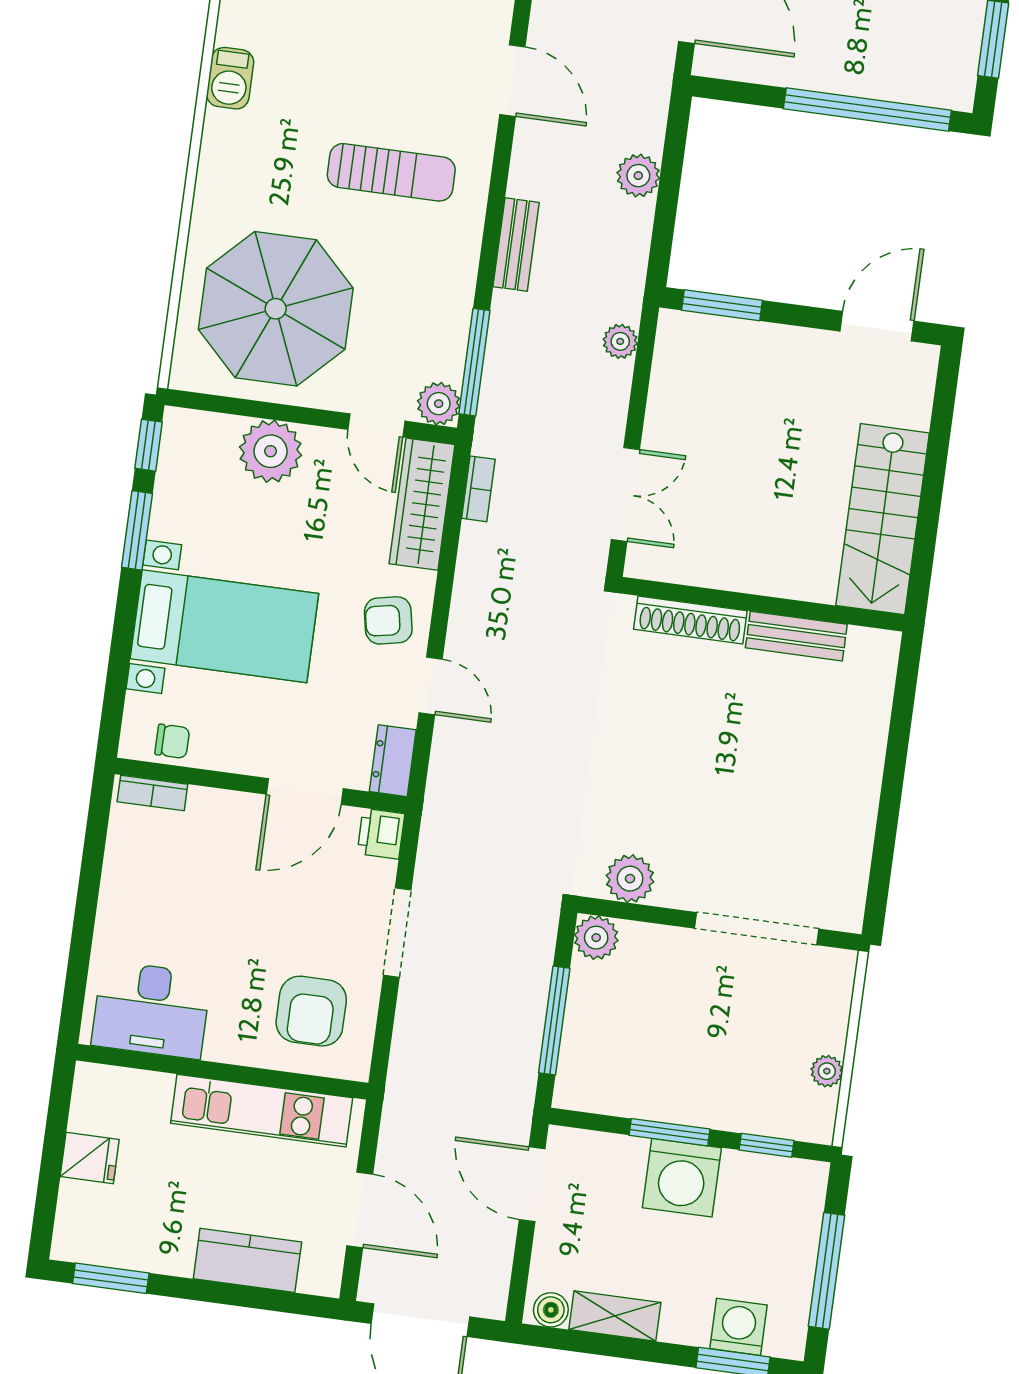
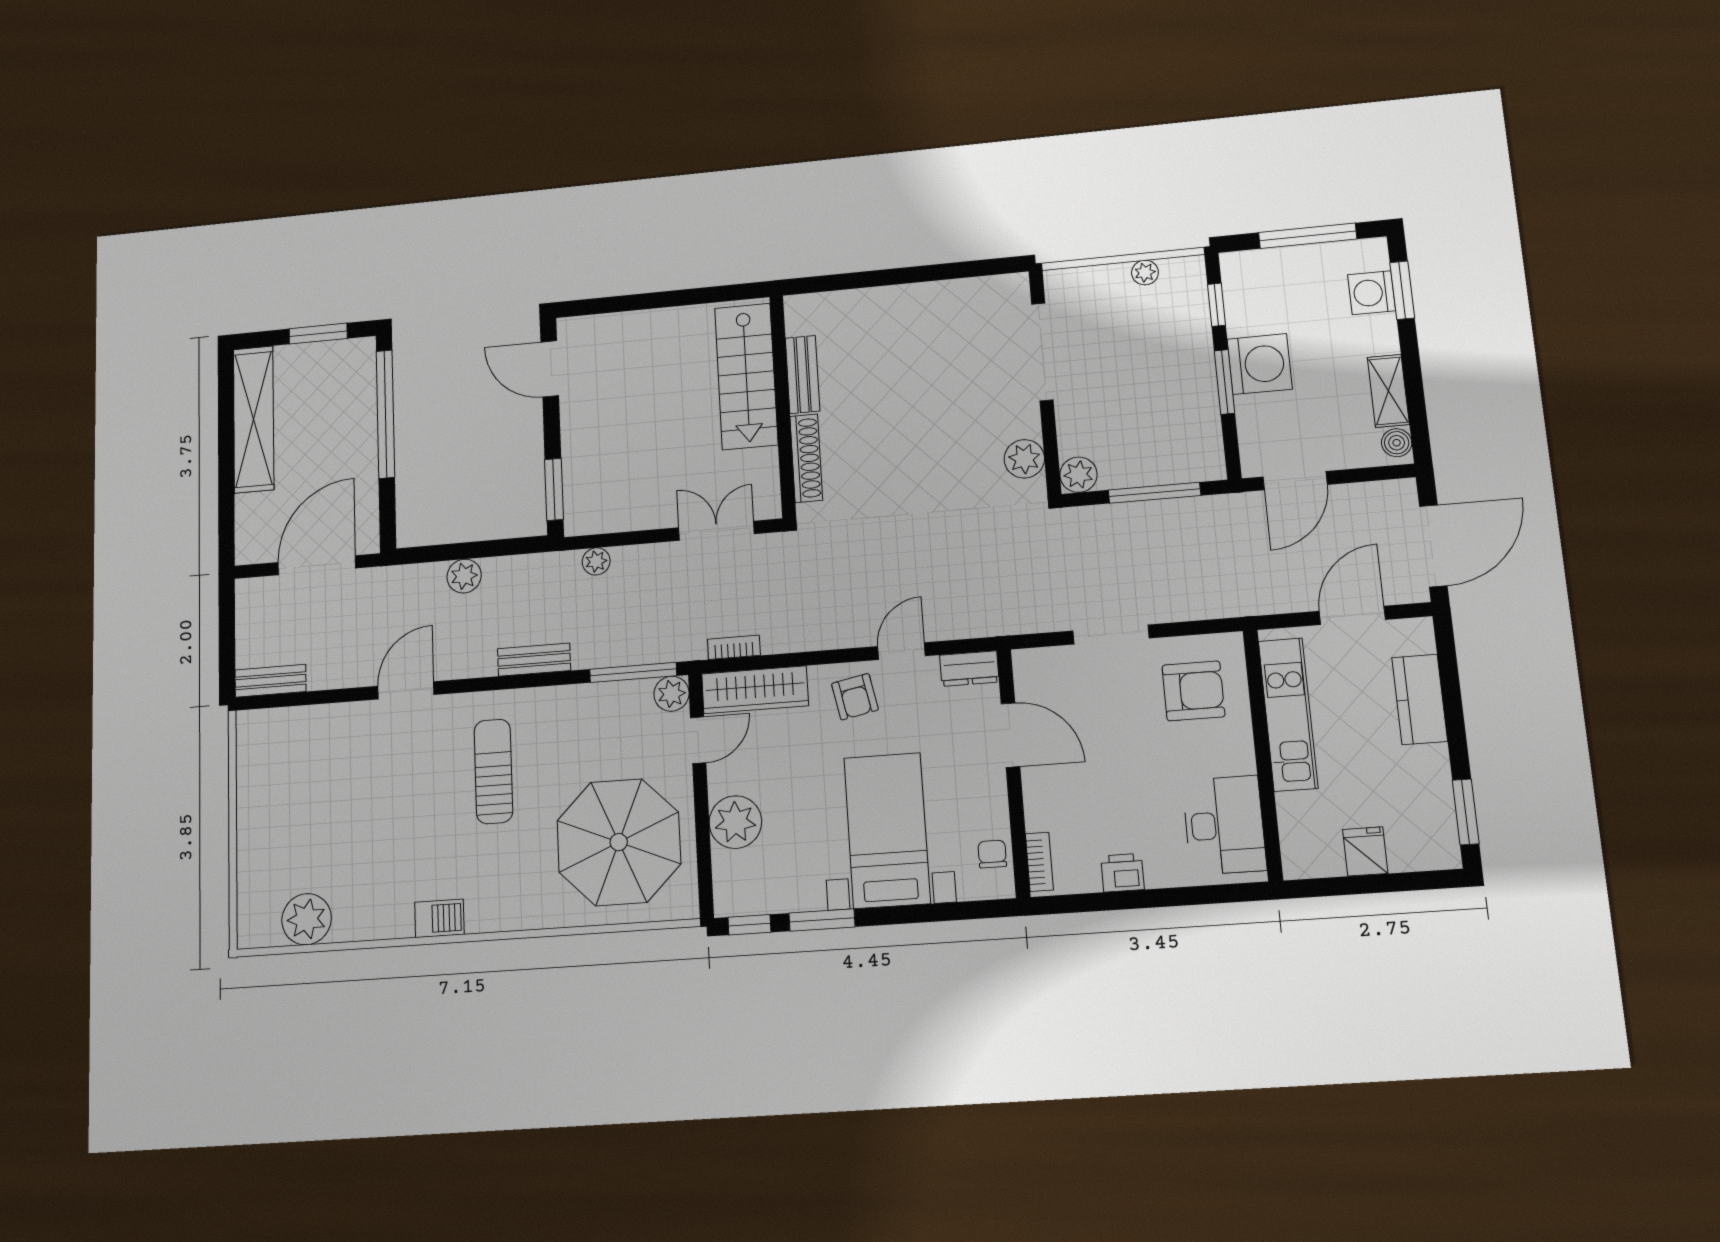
stairs: (883, 519) -> (746, 376), moved, turned 90
printer: (381, 834) -> (1122, 873), moved, turned 180

